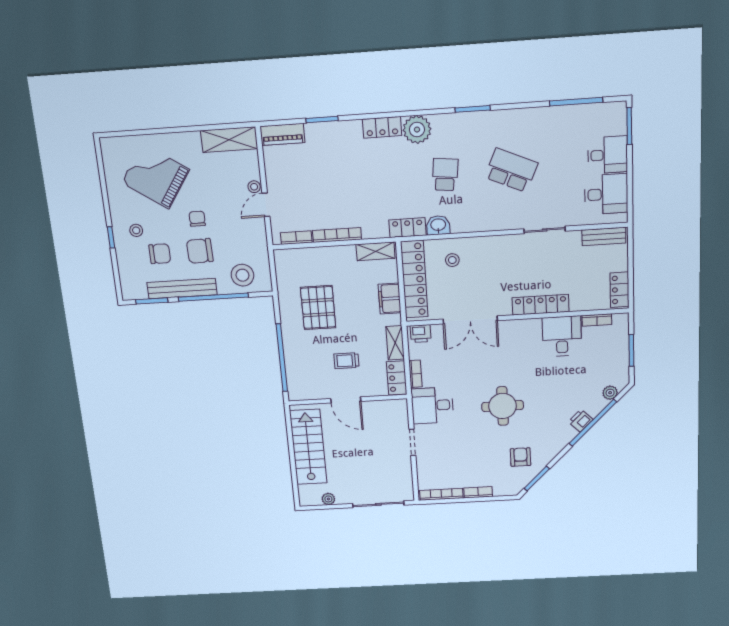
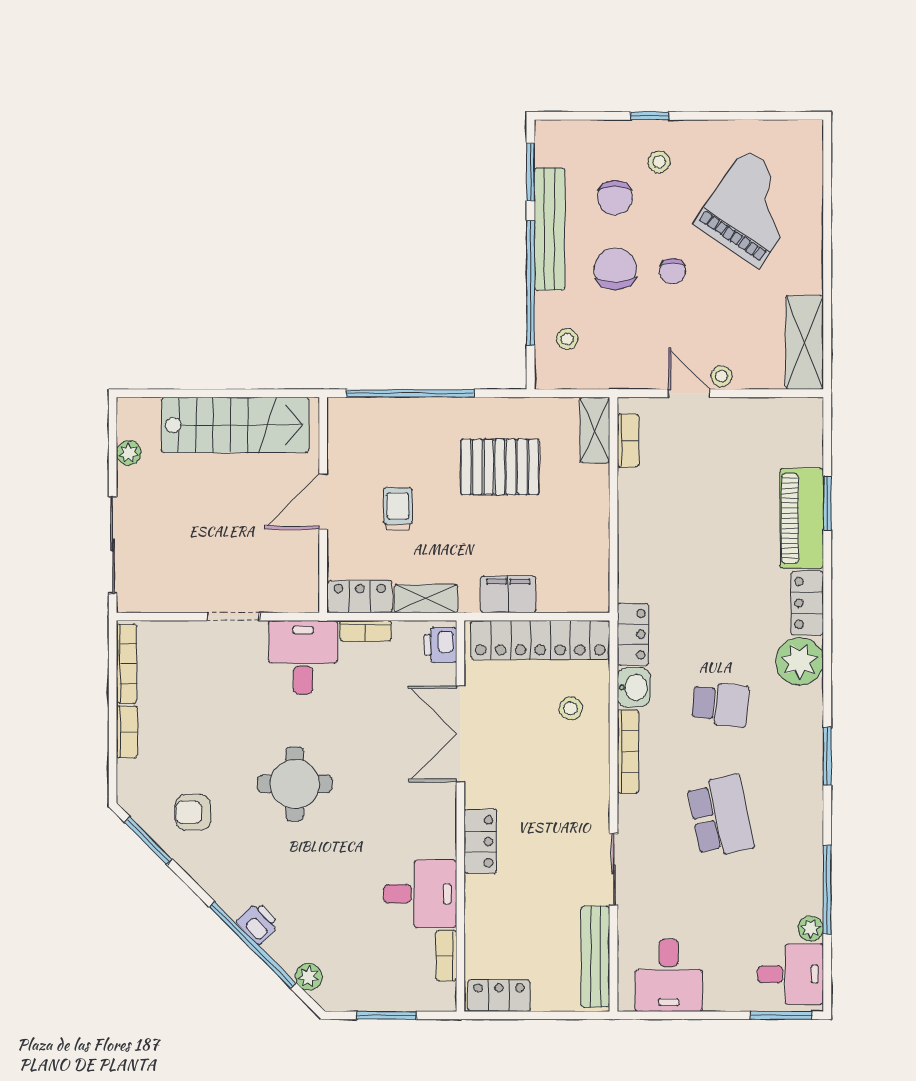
window: (576, 102) -> (827, 890), moved
plant: (577, 112) -> (811, 928), added
piano: (282, 134) -> (802, 518), moved, width x1.37, depth x1.33
desk: (608, 155) -> (791, 974), moved, turned -90
school desk: (511, 170) -> (720, 816), turned -36
chair: (197, 219) -> (672, 271), turned 90
bookcase: (337, 235) -> (628, 751), moved
bench: (604, 236) -> (595, 957), width x1.36
shelving: (375, 251) -> (595, 430), moved
stool: (242, 275) -> (567, 339), width x0.53, depth x0.53
locker: (541, 305) -> (480, 841), width x0.66
armchair: (520, 457) -> (193, 812), turned 180

